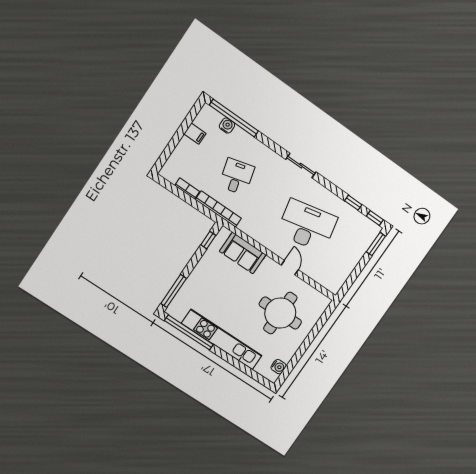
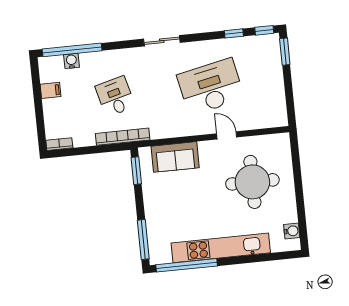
bookcase: (187, 188) -> (59, 144), moved
window: (208, 240) -> (136, 171), width x1.50

